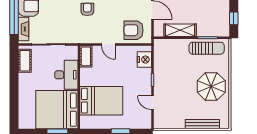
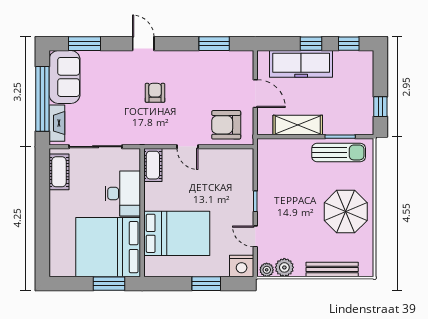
nightstand: (144, 60) -> (242, 266), moved, turned 90
plant: (171, 123) -> (284, 267), added
plant: (160, 124) -> (267, 270), added

